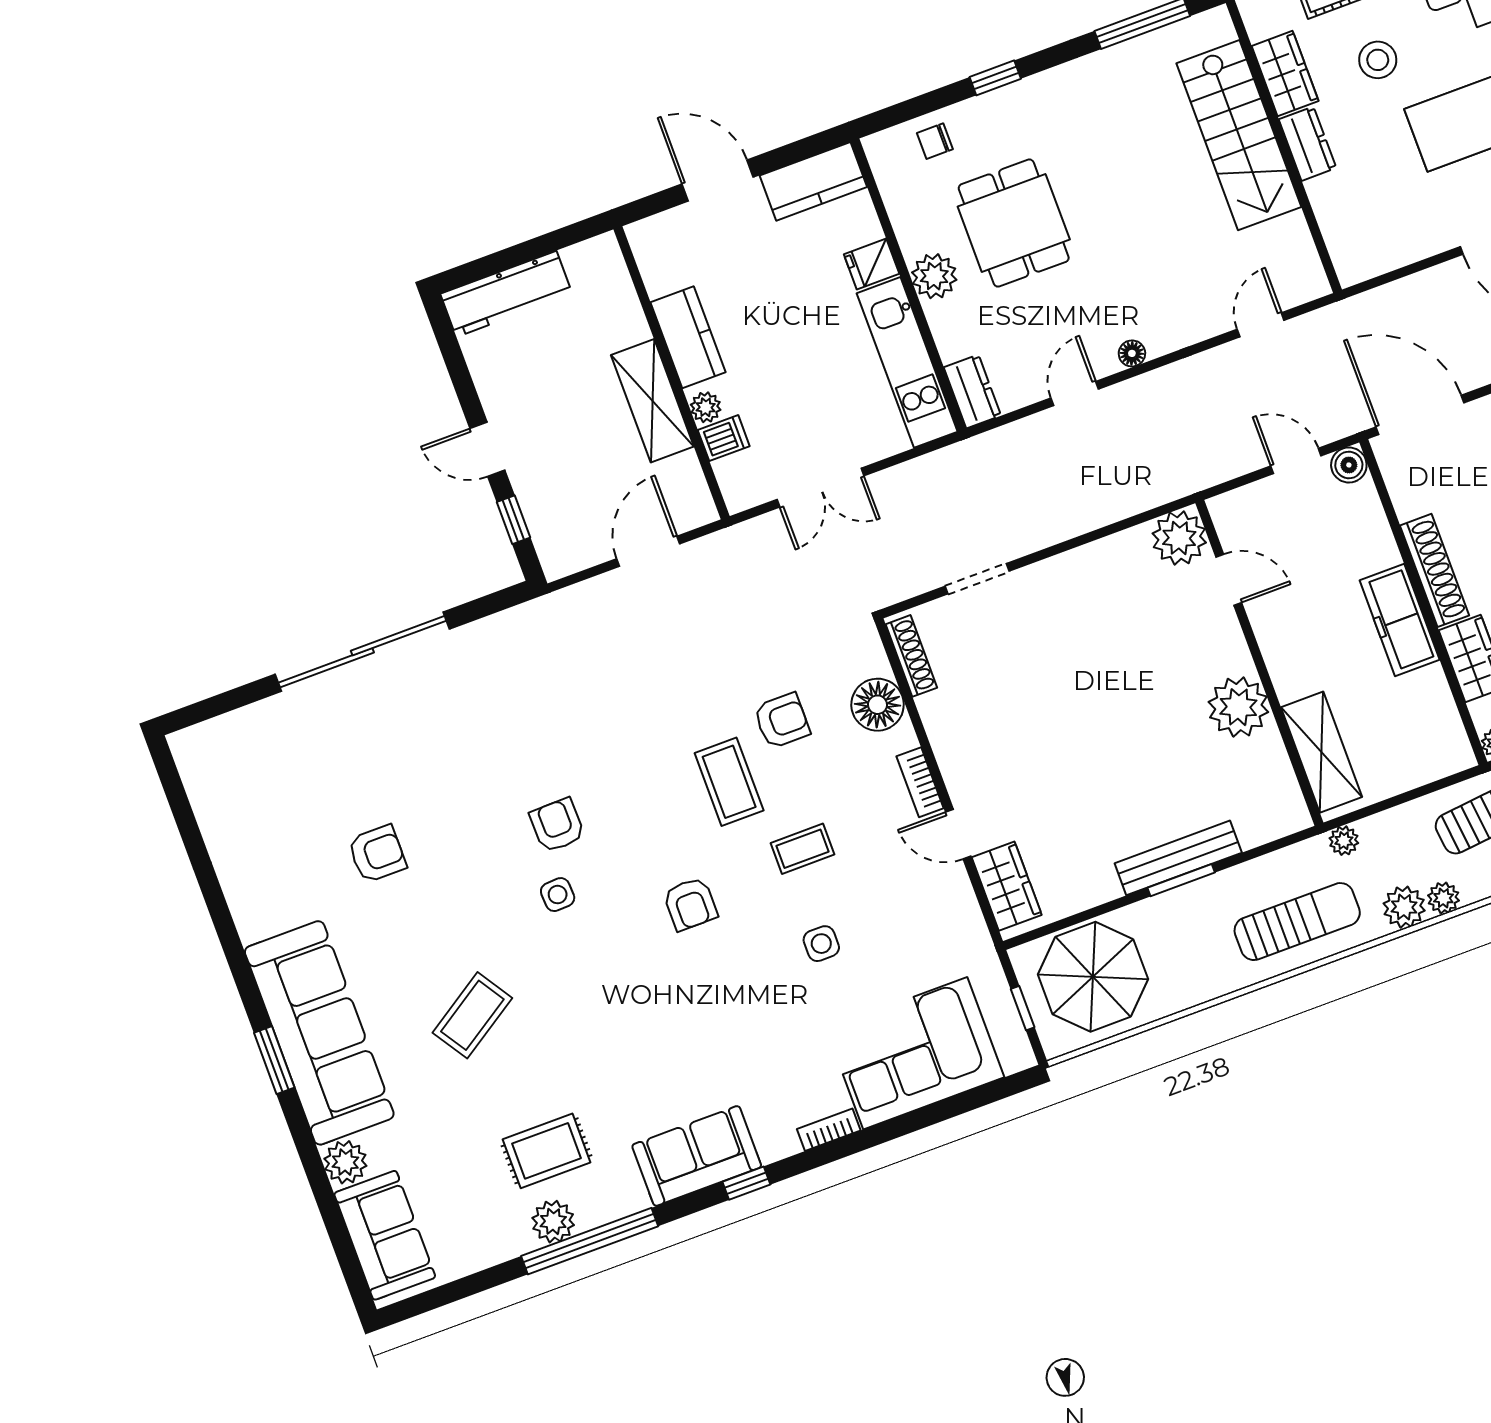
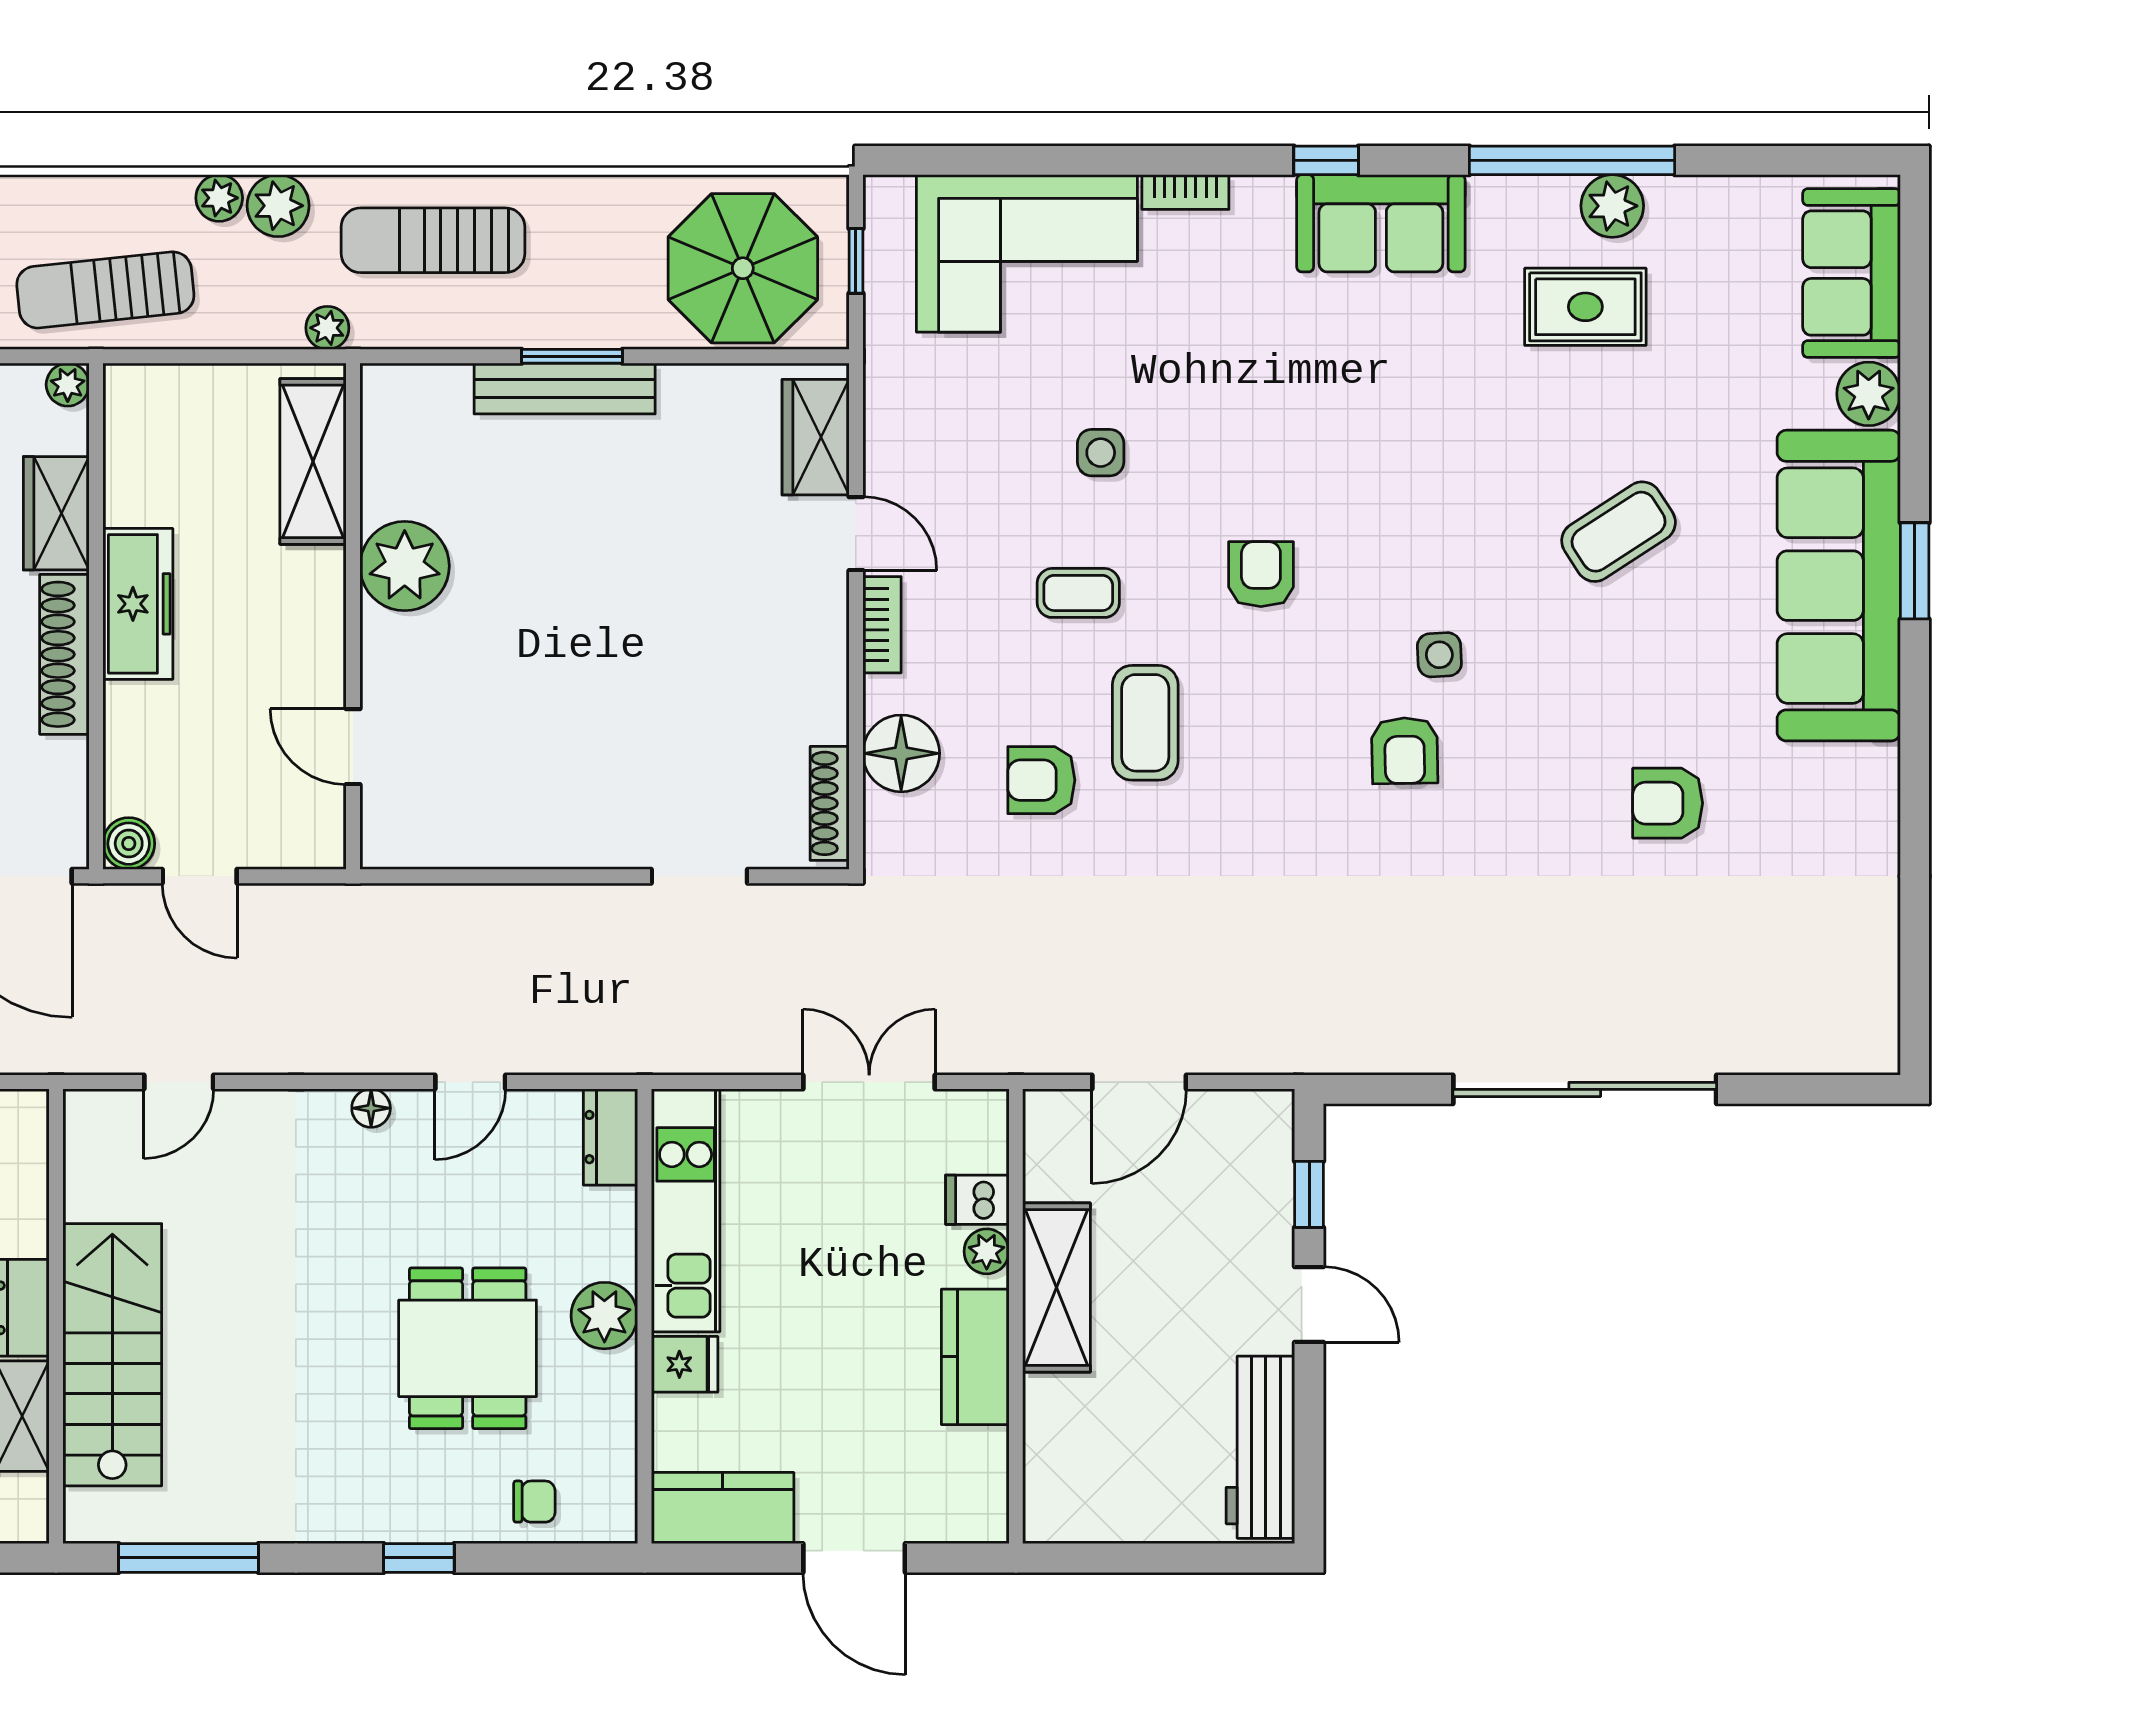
workbench: (506, 294) -> (1260, 1447), moved, turned -90
plant: (1179, 538) -> (400, 829), removed

